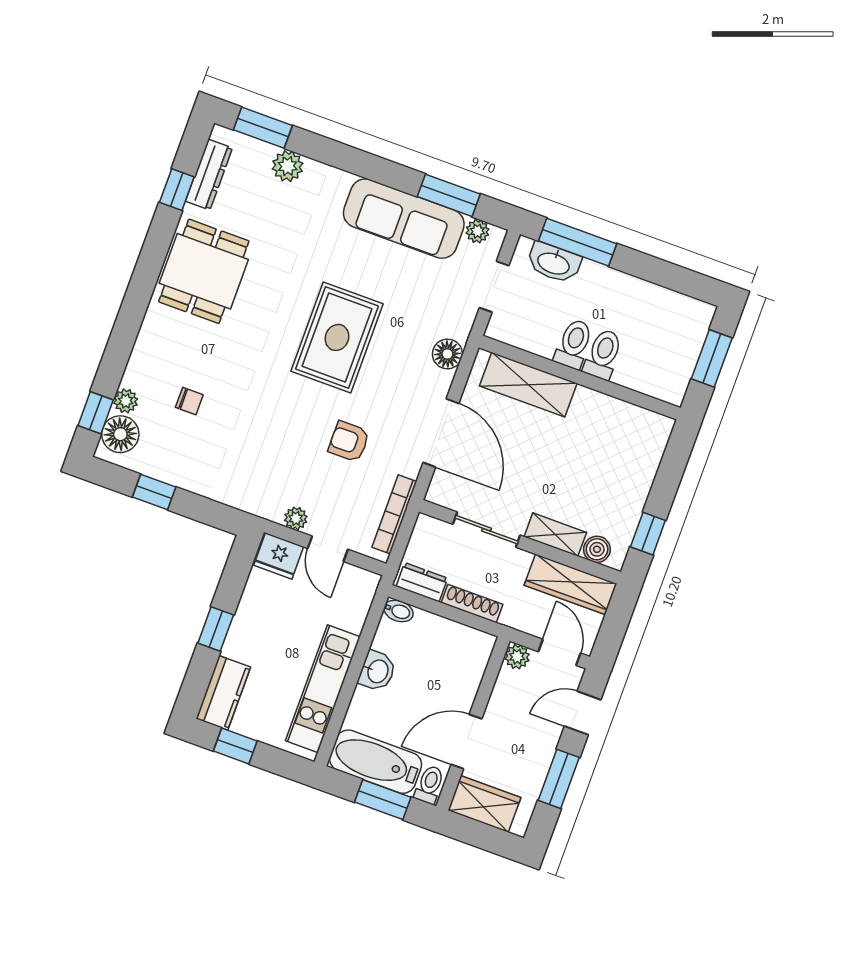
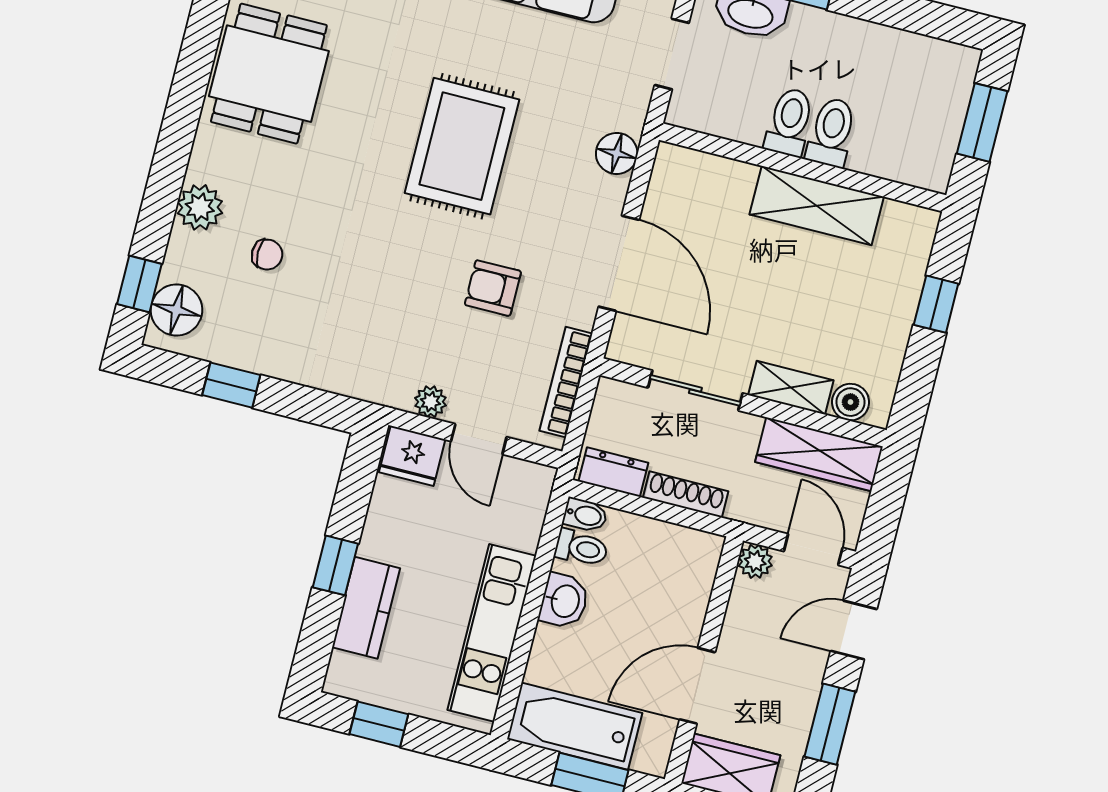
shelving: (528, 385) -> (817, 206), moved
plant: (126, 401) -> (200, 207), moved, width x1.38, depth x1.38
window: (648, 534) -> (936, 304), moved
kitchen counter: (223, 693) -> (366, 608), moved
toilet: (429, 785) -> (581, 548), moved, turned 90

